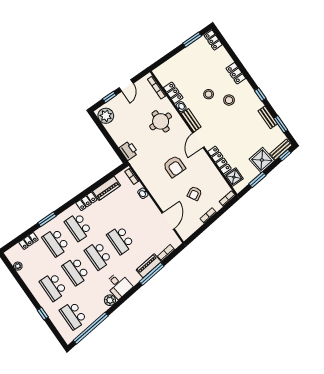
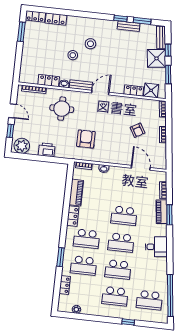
locker: (236, 73) -> (56, 19), moved
window: (260, 95) -> (120, 18), moved
door: (198, 140) -> (100, 93), swing flipped
printer: (129, 151) -> (47, 150), moved
window: (285, 155) -> (168, 50), moved
locker: (219, 160) -> (134, 91), width x0.66
armchair: (174, 166) -> (86, 139), moved, turned -90
window: (152, 274) -> (169, 215), width x0.69
plant: (110, 300) -> (162, 263), removed

